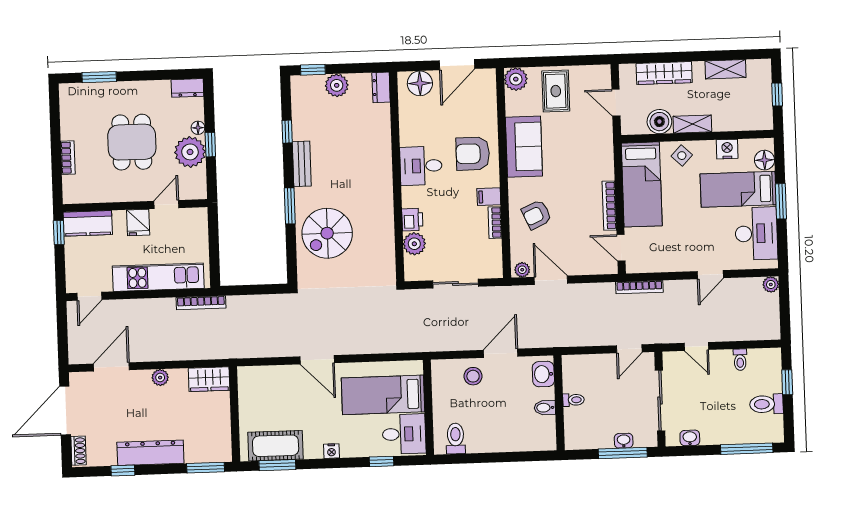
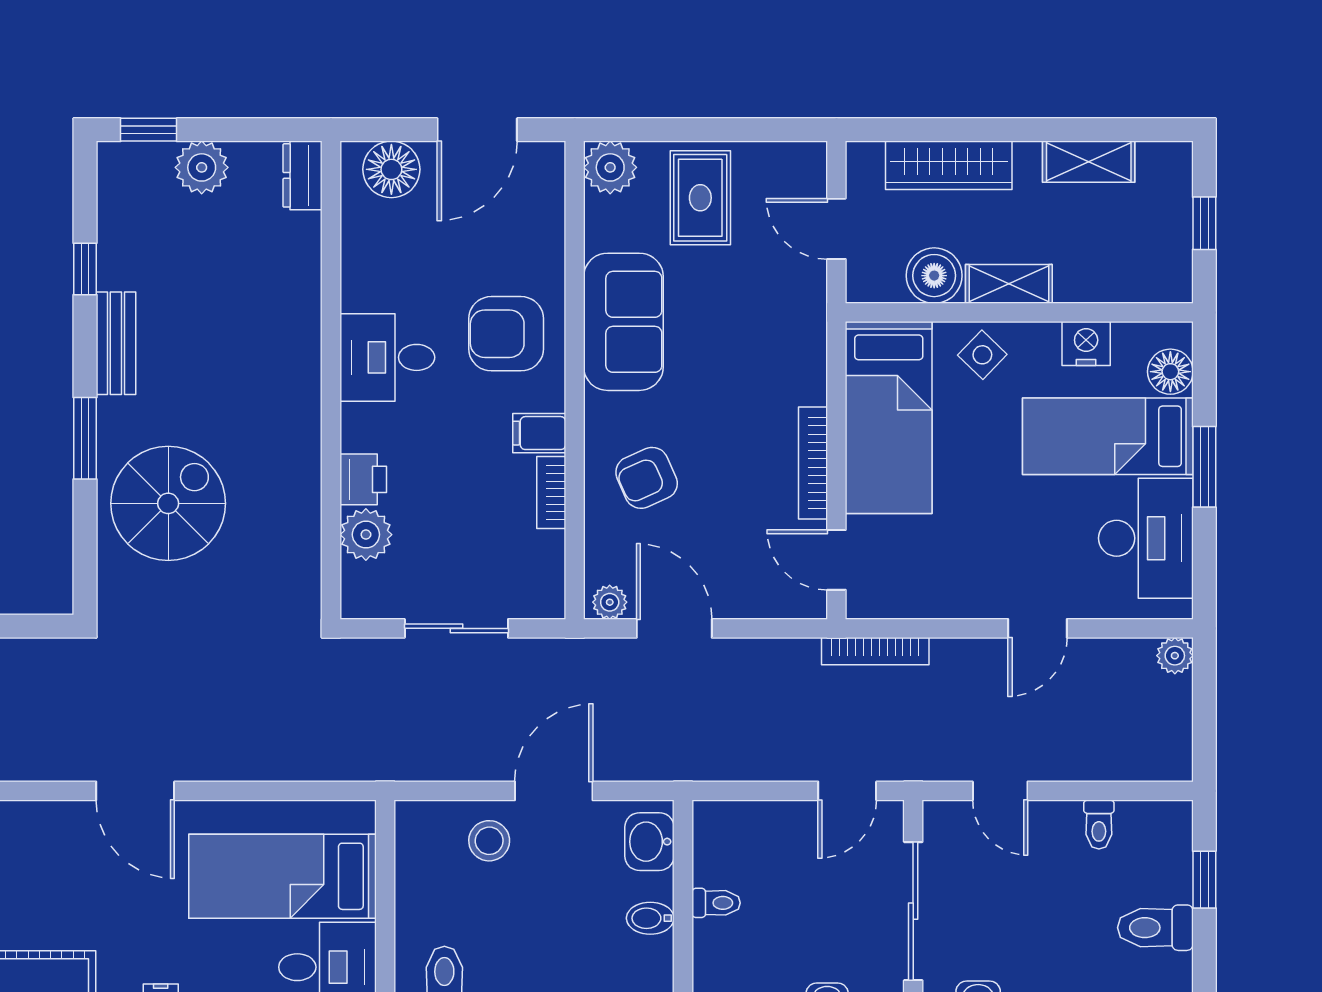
spiral stairs: (327, 233) -> (168, 503), turned 180

